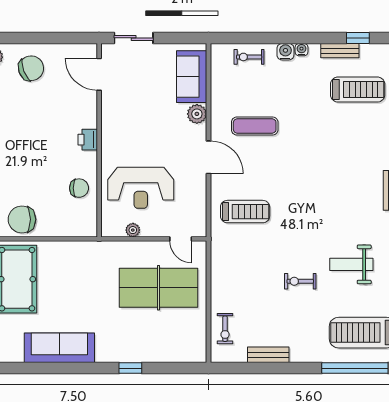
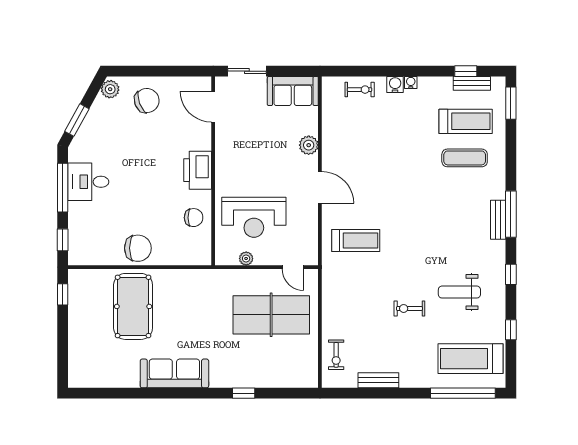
bench: (340, 51) -> (472, 83), moved
exercise bike: (249, 57) -> (360, 90), turned 180
sofa: (192, 77) -> (293, 91), moved, turned -90
exercise mat: (255, 126) -> (465, 158), moved
printer: (88, 140) -> (198, 170), width x1.87, depth x1.48
chair: (22, 219) -> (138, 248), turned 180

